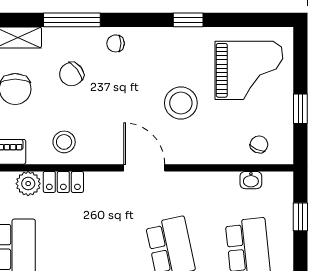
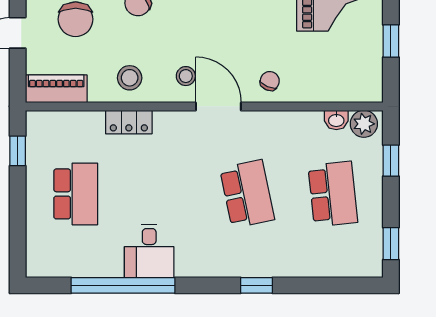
stool: (181, 103) -> (186, 76), moved, width x0.53, depth x0.53
chair: (259, 144) -> (270, 81), moved
plant: (28, 184) -> (364, 124), moved

